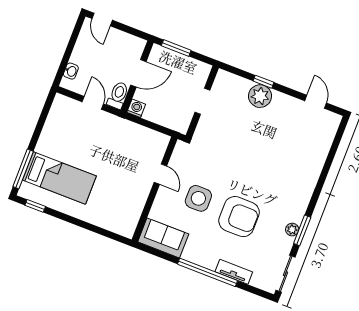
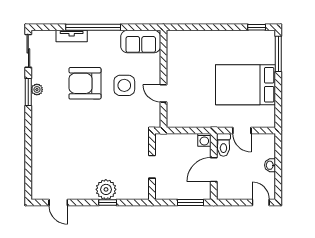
washbasin: (71, 71) -> (270, 165), moved
bed: (59, 178) -> (246, 85), moved, width x1.50

